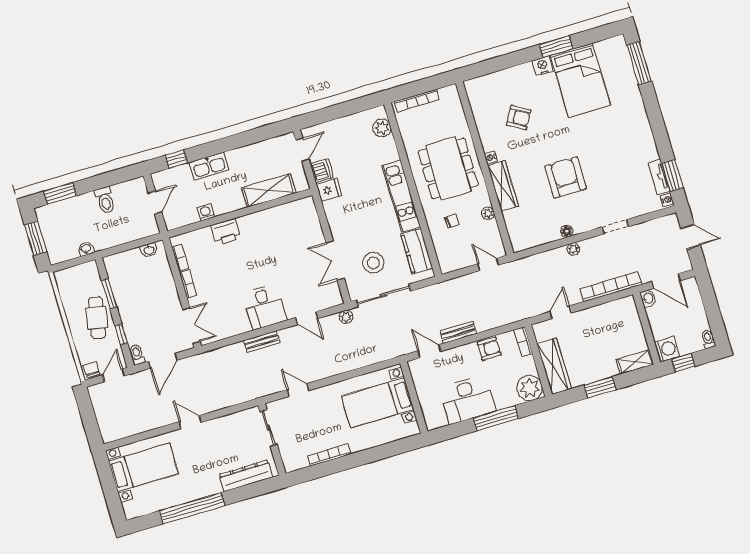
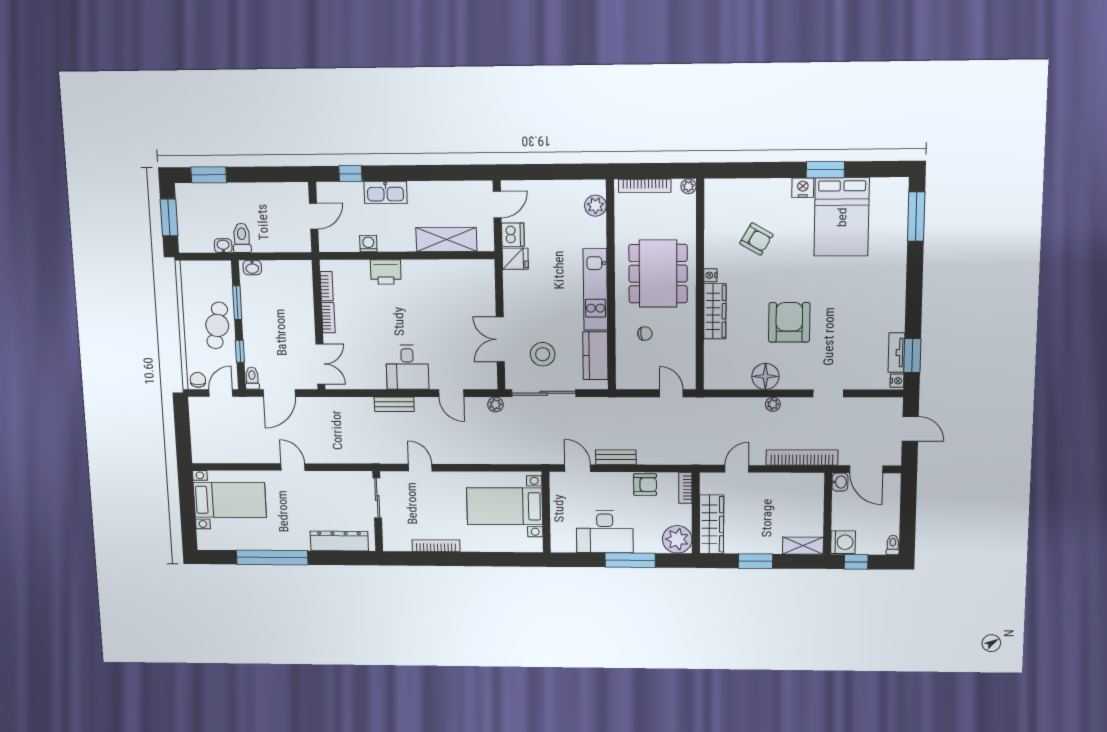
toilet: (105, 200) -> (242, 238), moved, turned 180
plant: (488, 213) -> (688, 186), moved
floor lamp: (567, 231) -> (765, 376), width x1.89, depth x1.89
washbasin: (149, 250) -> (252, 268), moved

